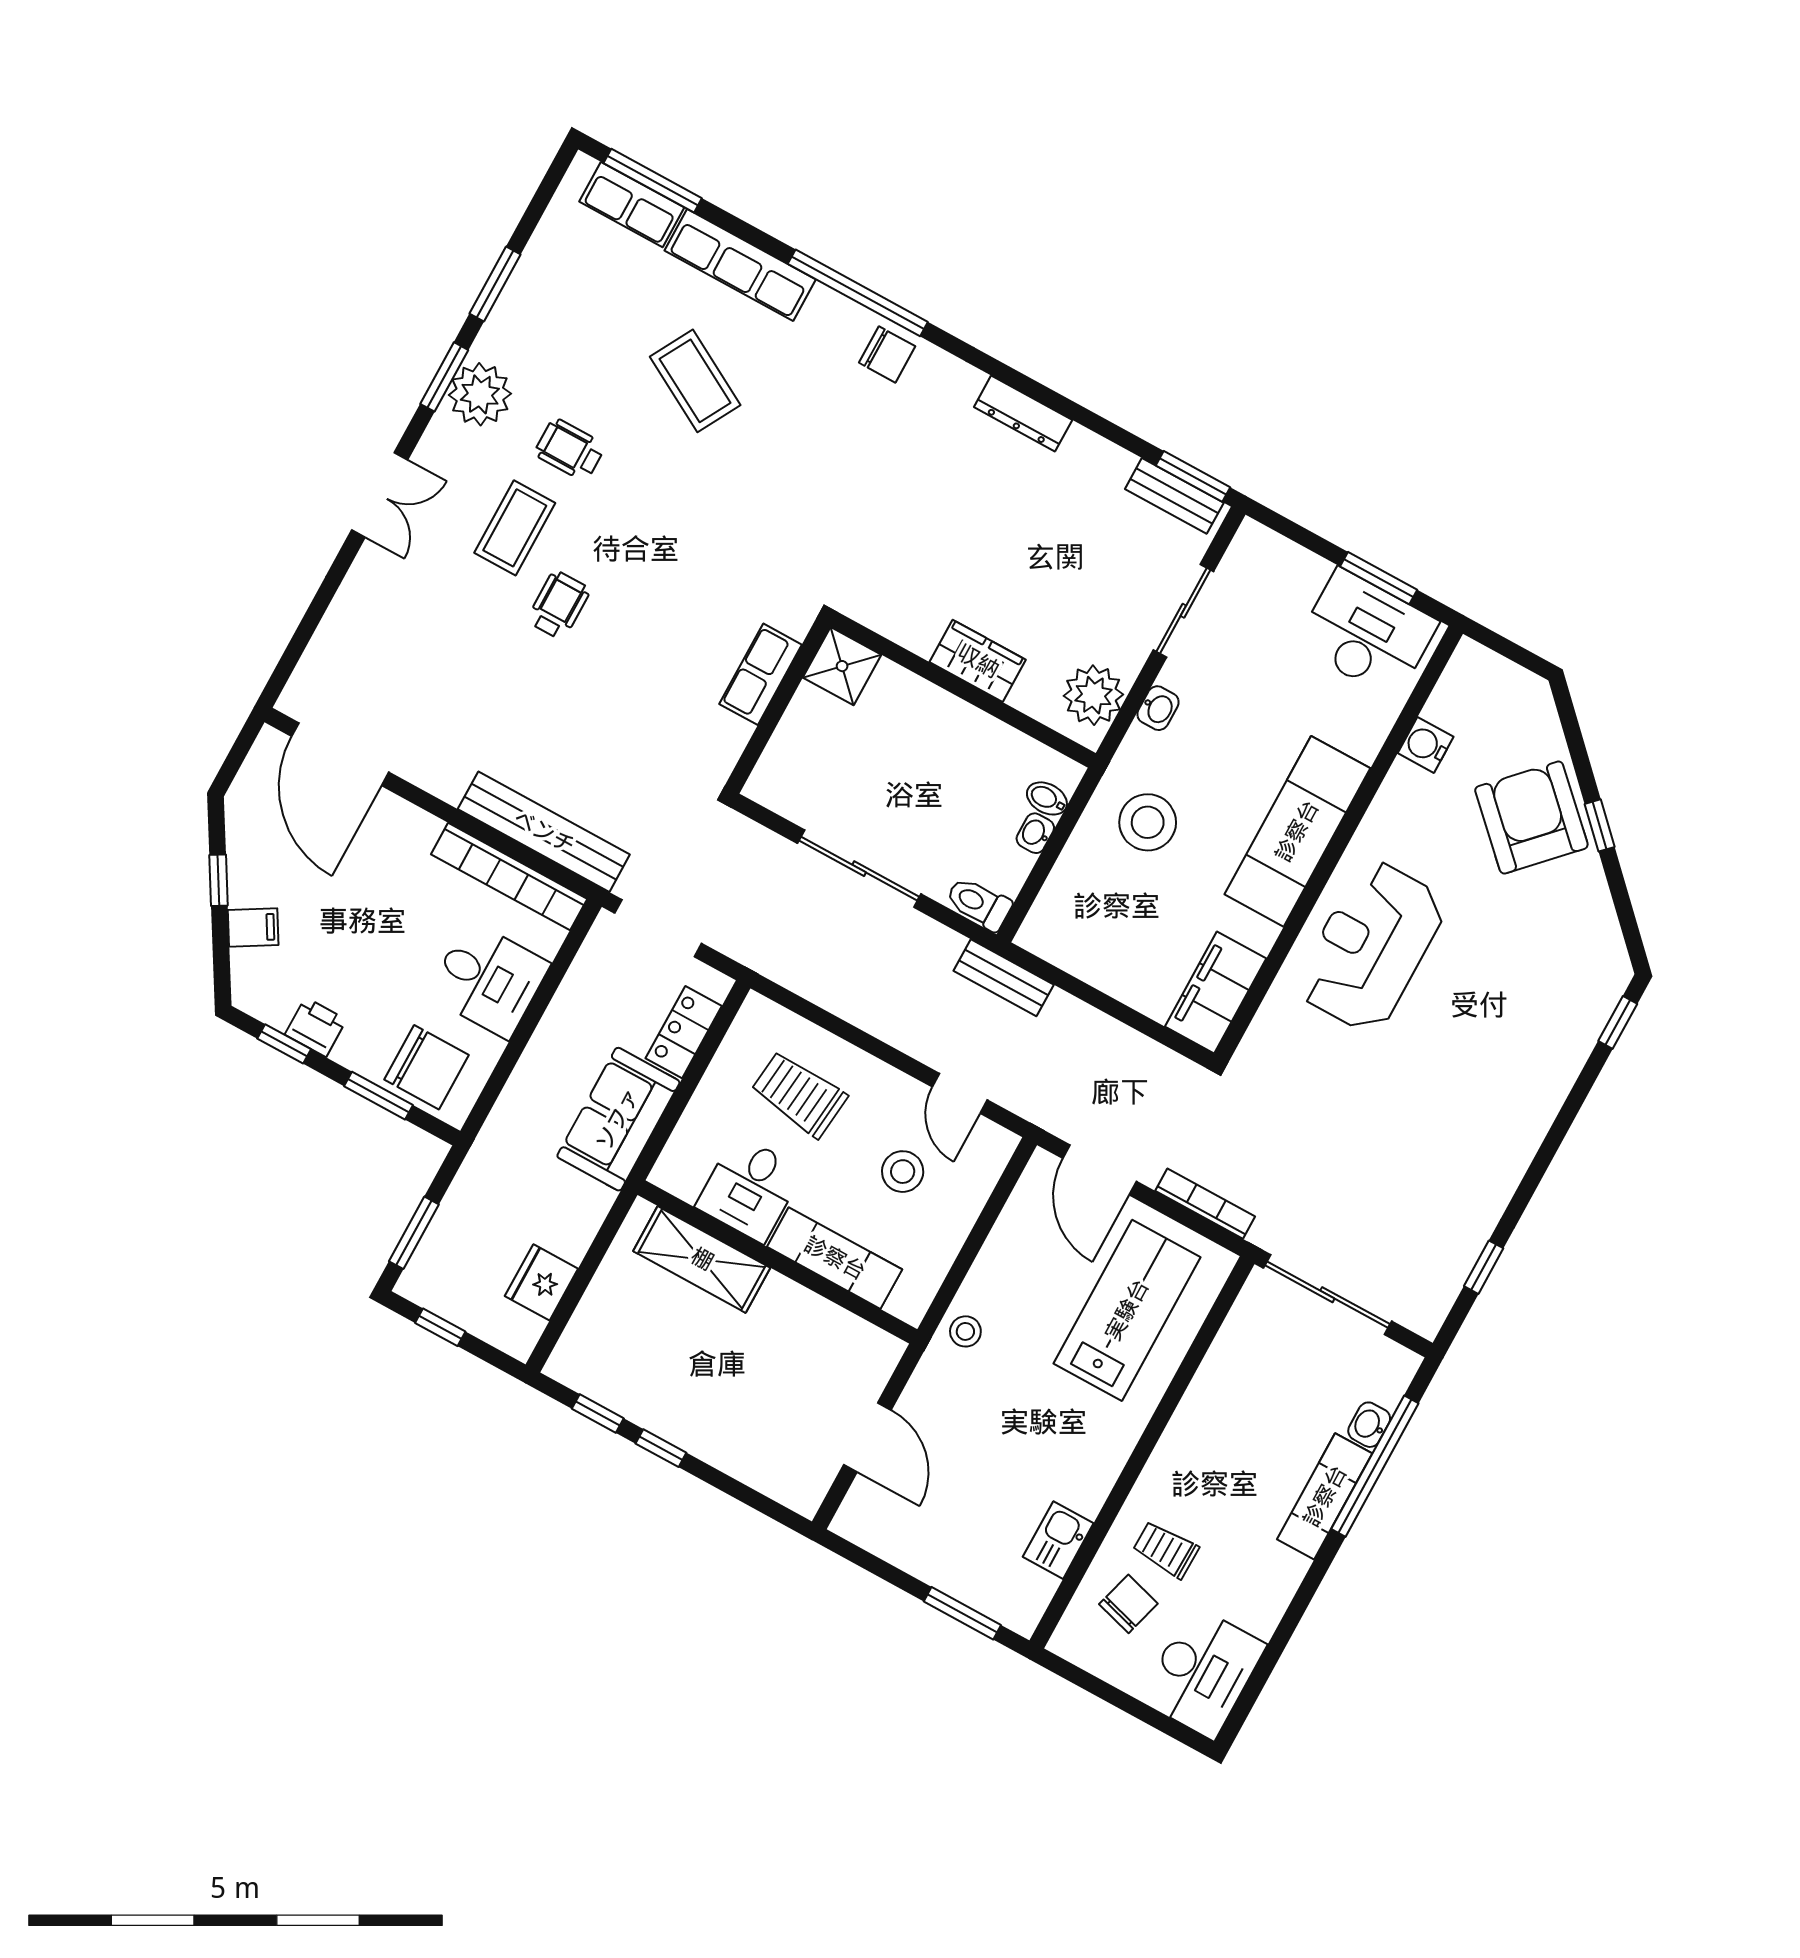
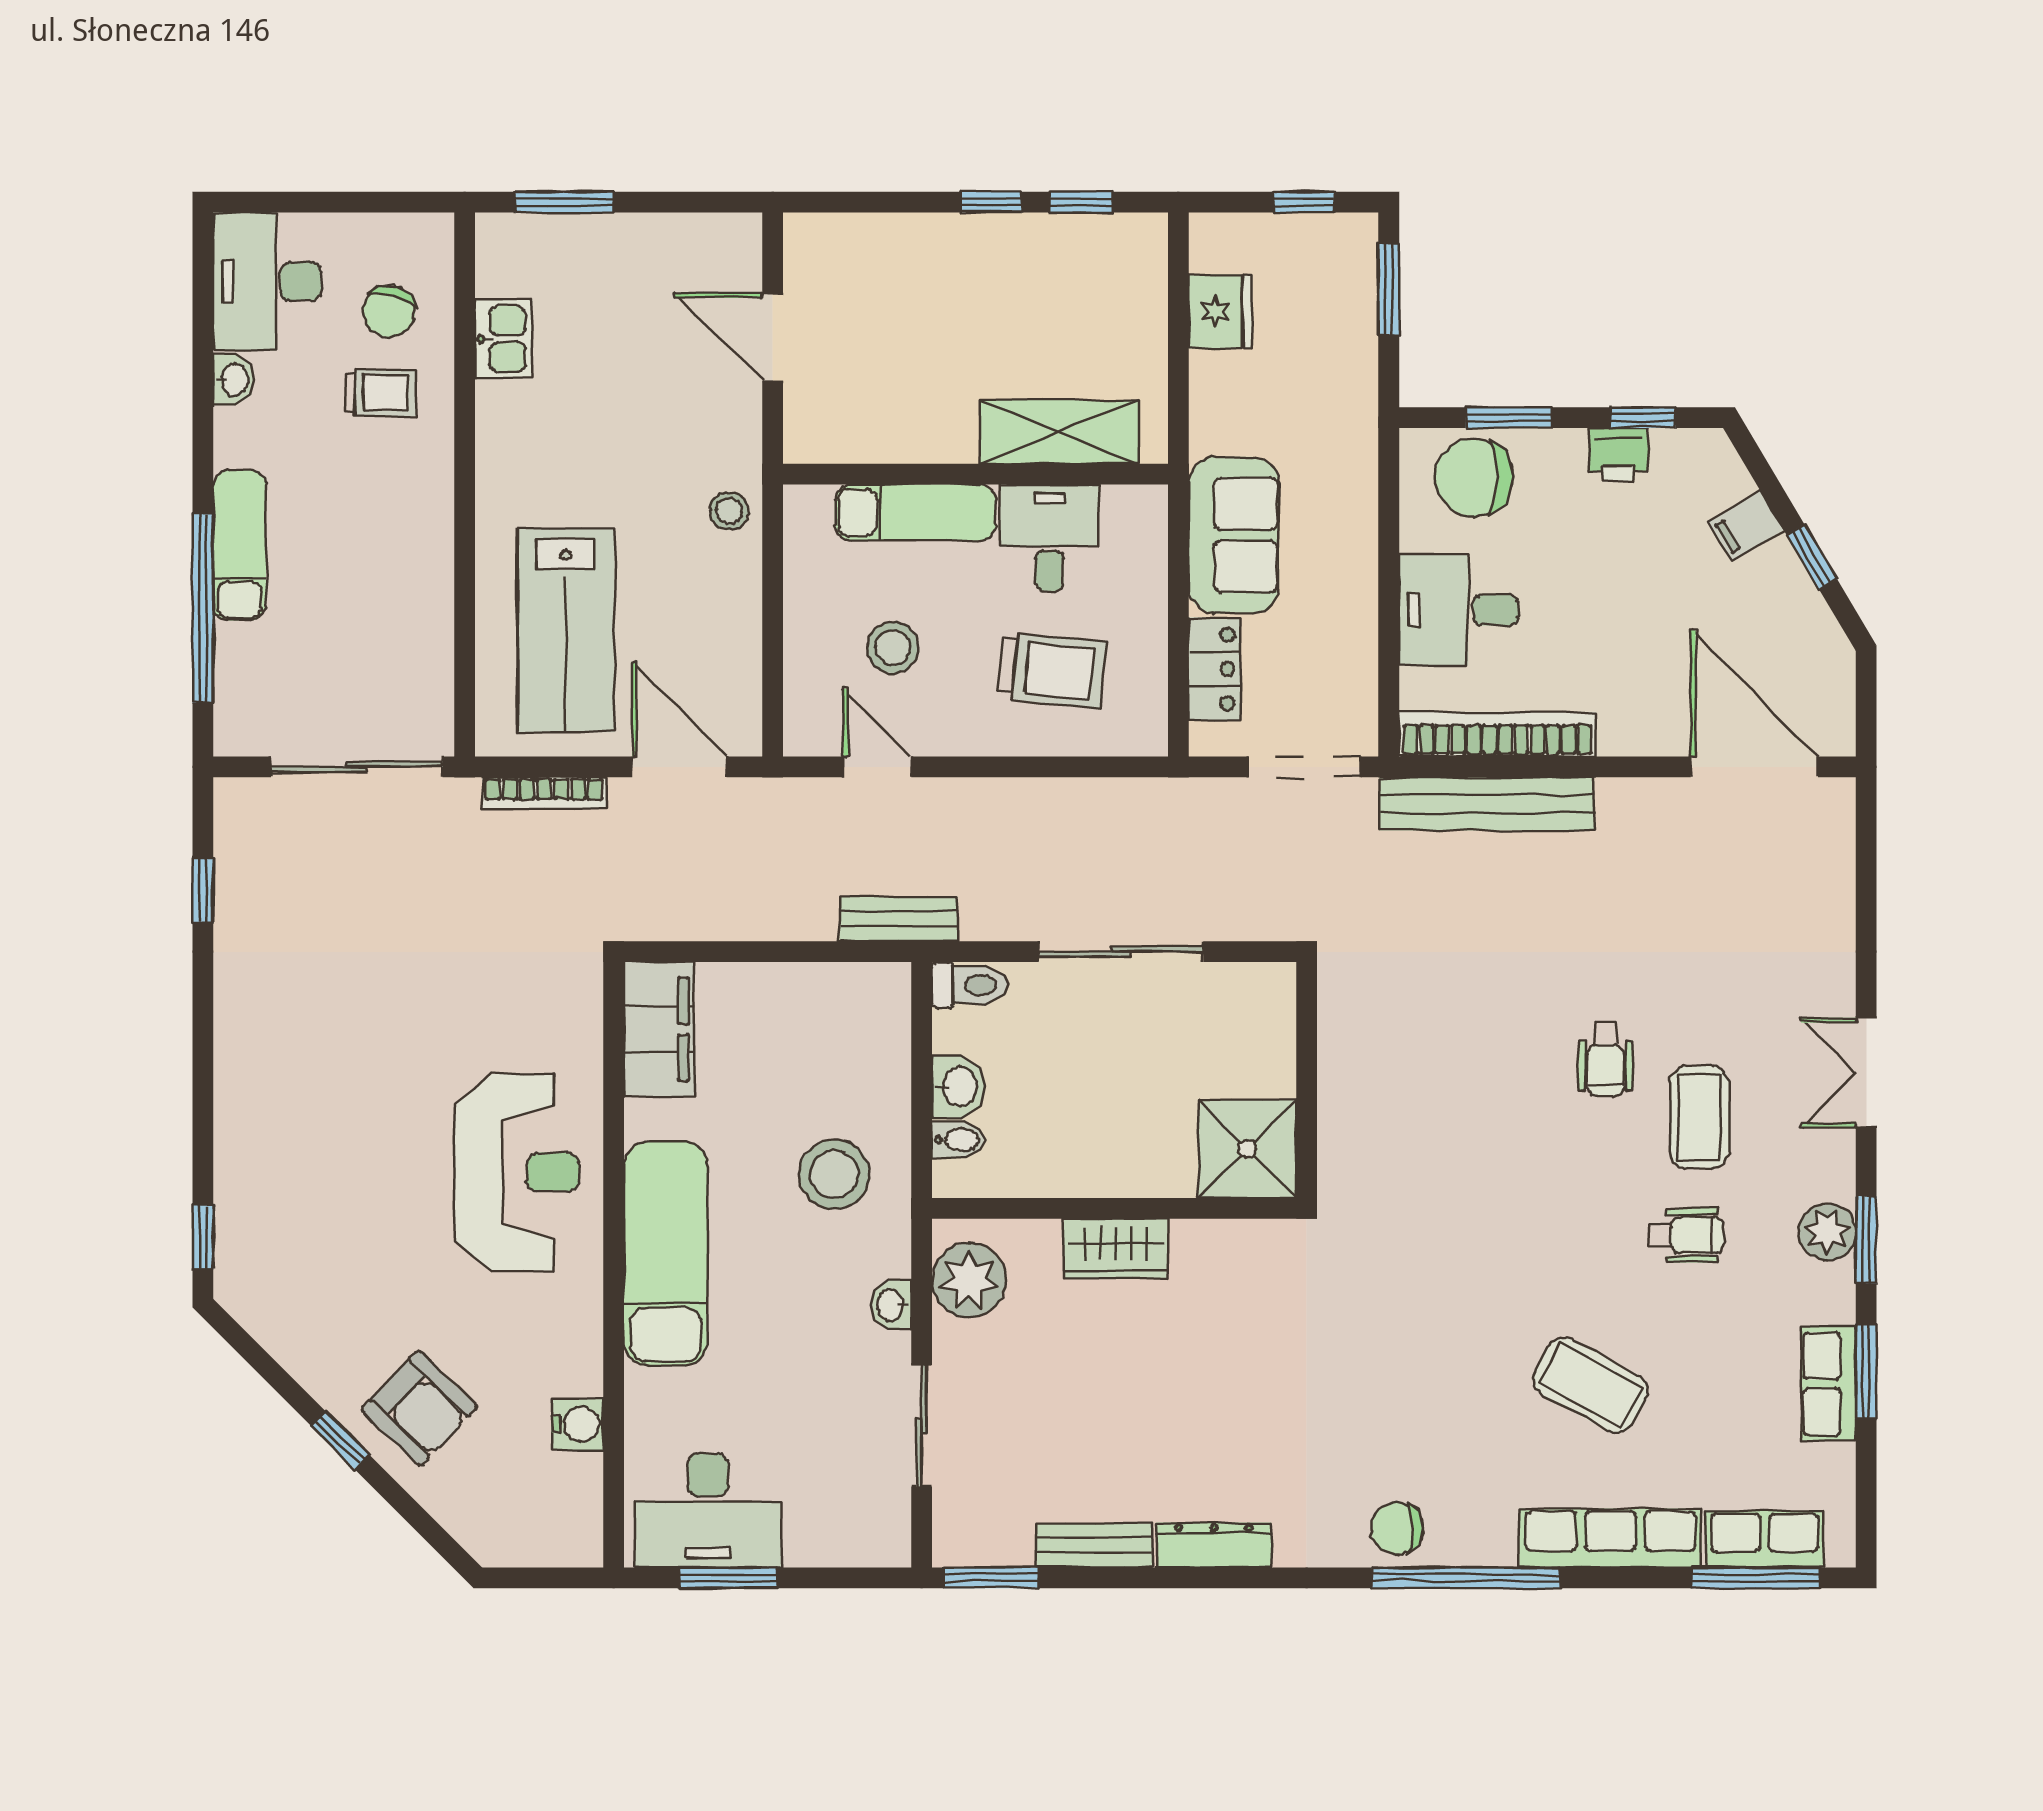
plant: (480, 394) -> (1827, 1232), width x0.73, depth x0.73
bench: (1174, 496) -> (1094, 1545), moved
shower: (842, 666) -> (1247, 1149), width x1.36, depth x1.36
row of seats: (761, 674) -> (1829, 1384), moved, turned 180
armchair: (1531, 817) -> (419, 1408), width x0.73, depth x0.73
washbasin: (1035, 833) -> (958, 1087), width x1.38, depth x1.45
washbasin: (1369, 1425) -> (234, 380), moved

